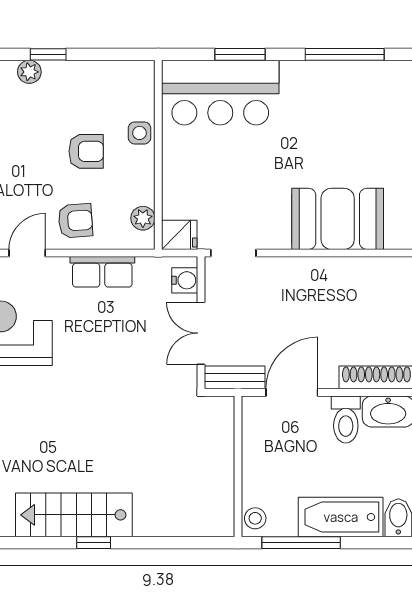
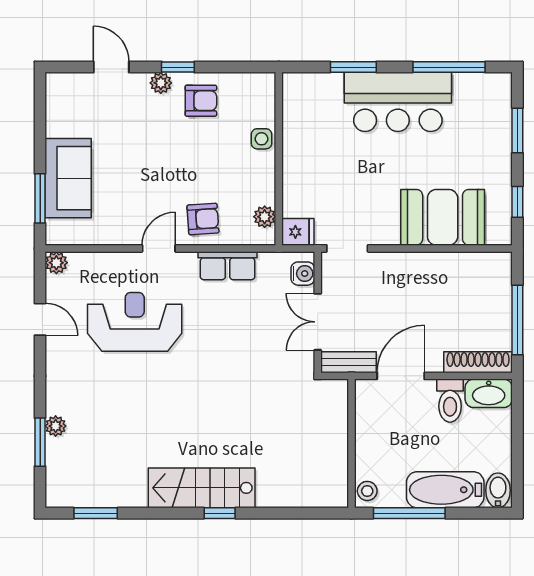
bar counter: (220, 93) -> (398, 102), moved
armchair: (86, 151) -> (201, 101), moved

